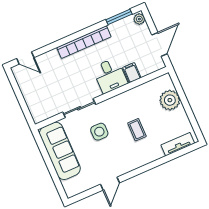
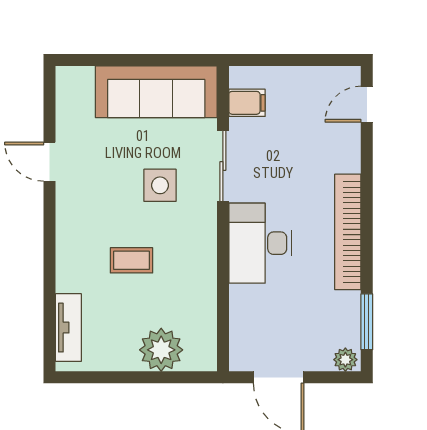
filing cabinet: (132, 73) -> (247, 103), moved
desk: (110, 76) -> (260, 243), width x1.37

